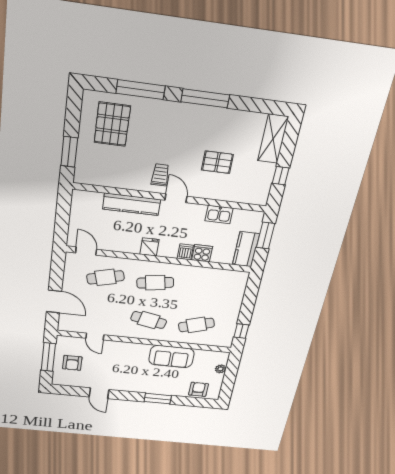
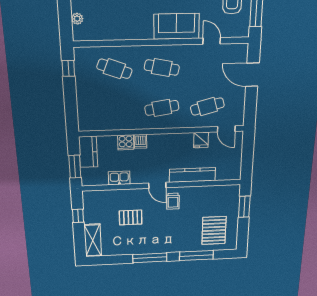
fridge: (149, 247) -> (201, 140), moved
cafe table: (196, 325) -> (114, 69), turned 39
sofa: (171, 357) -> (177, 26), moved

